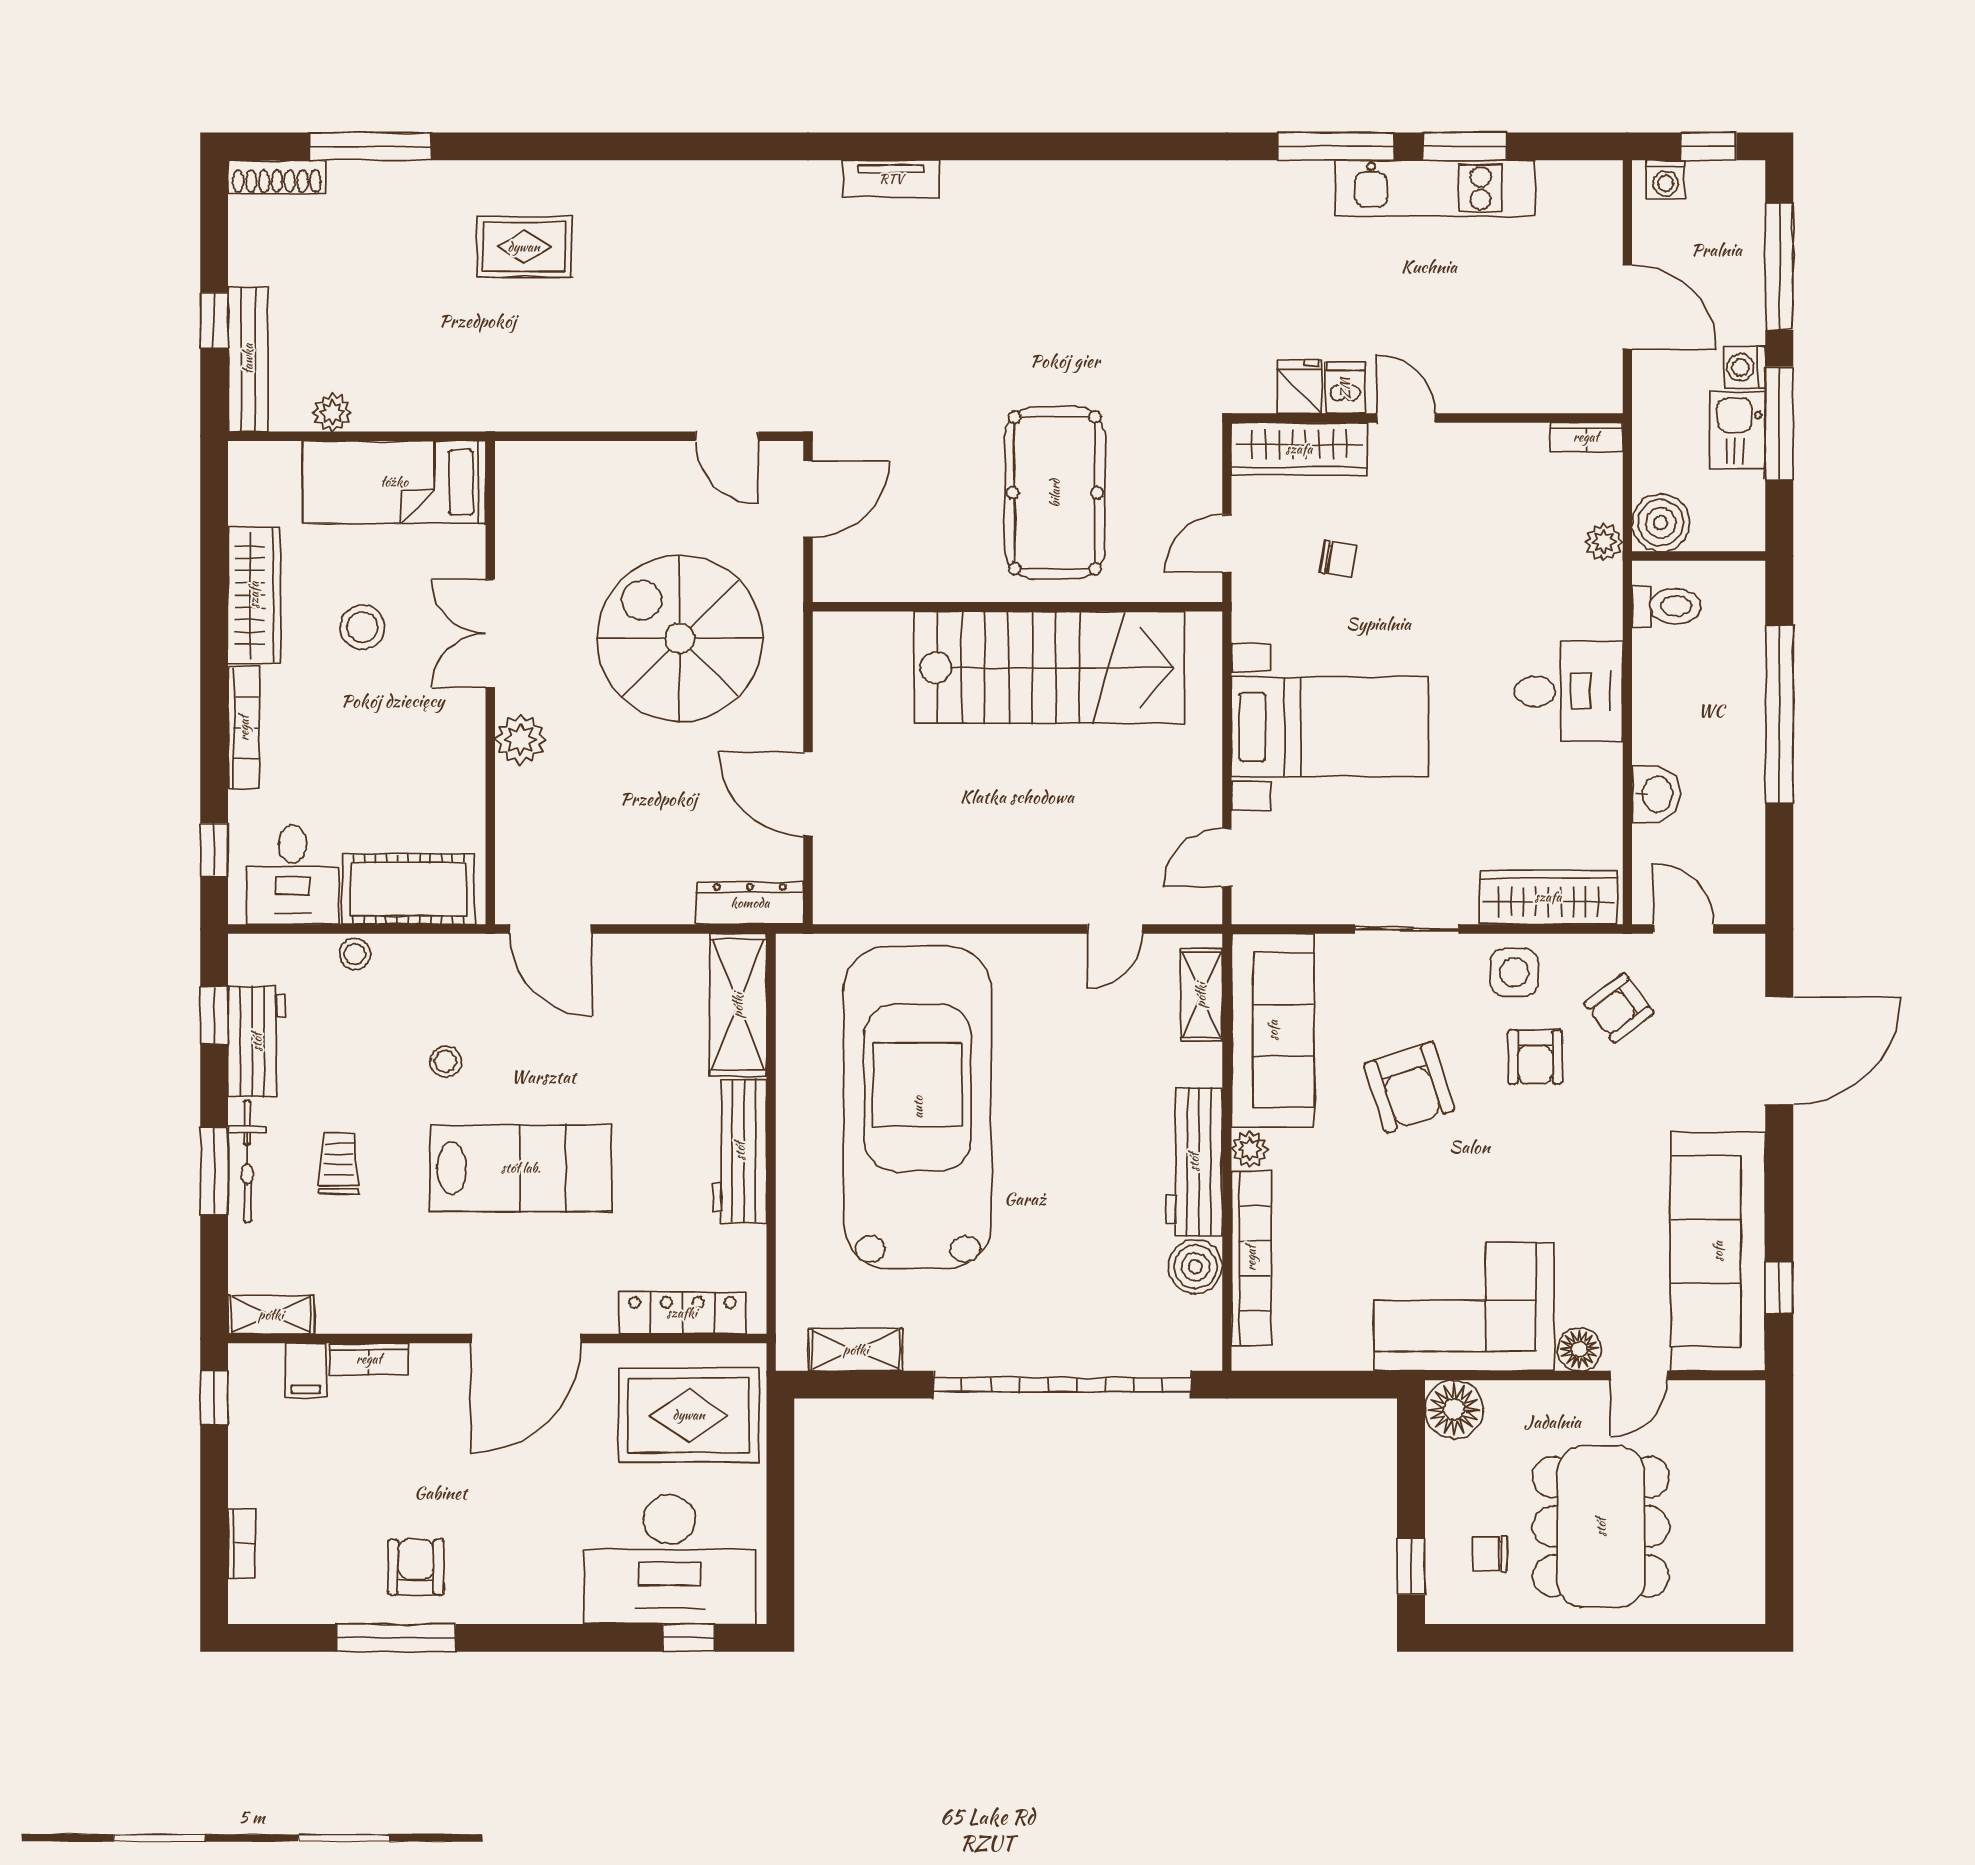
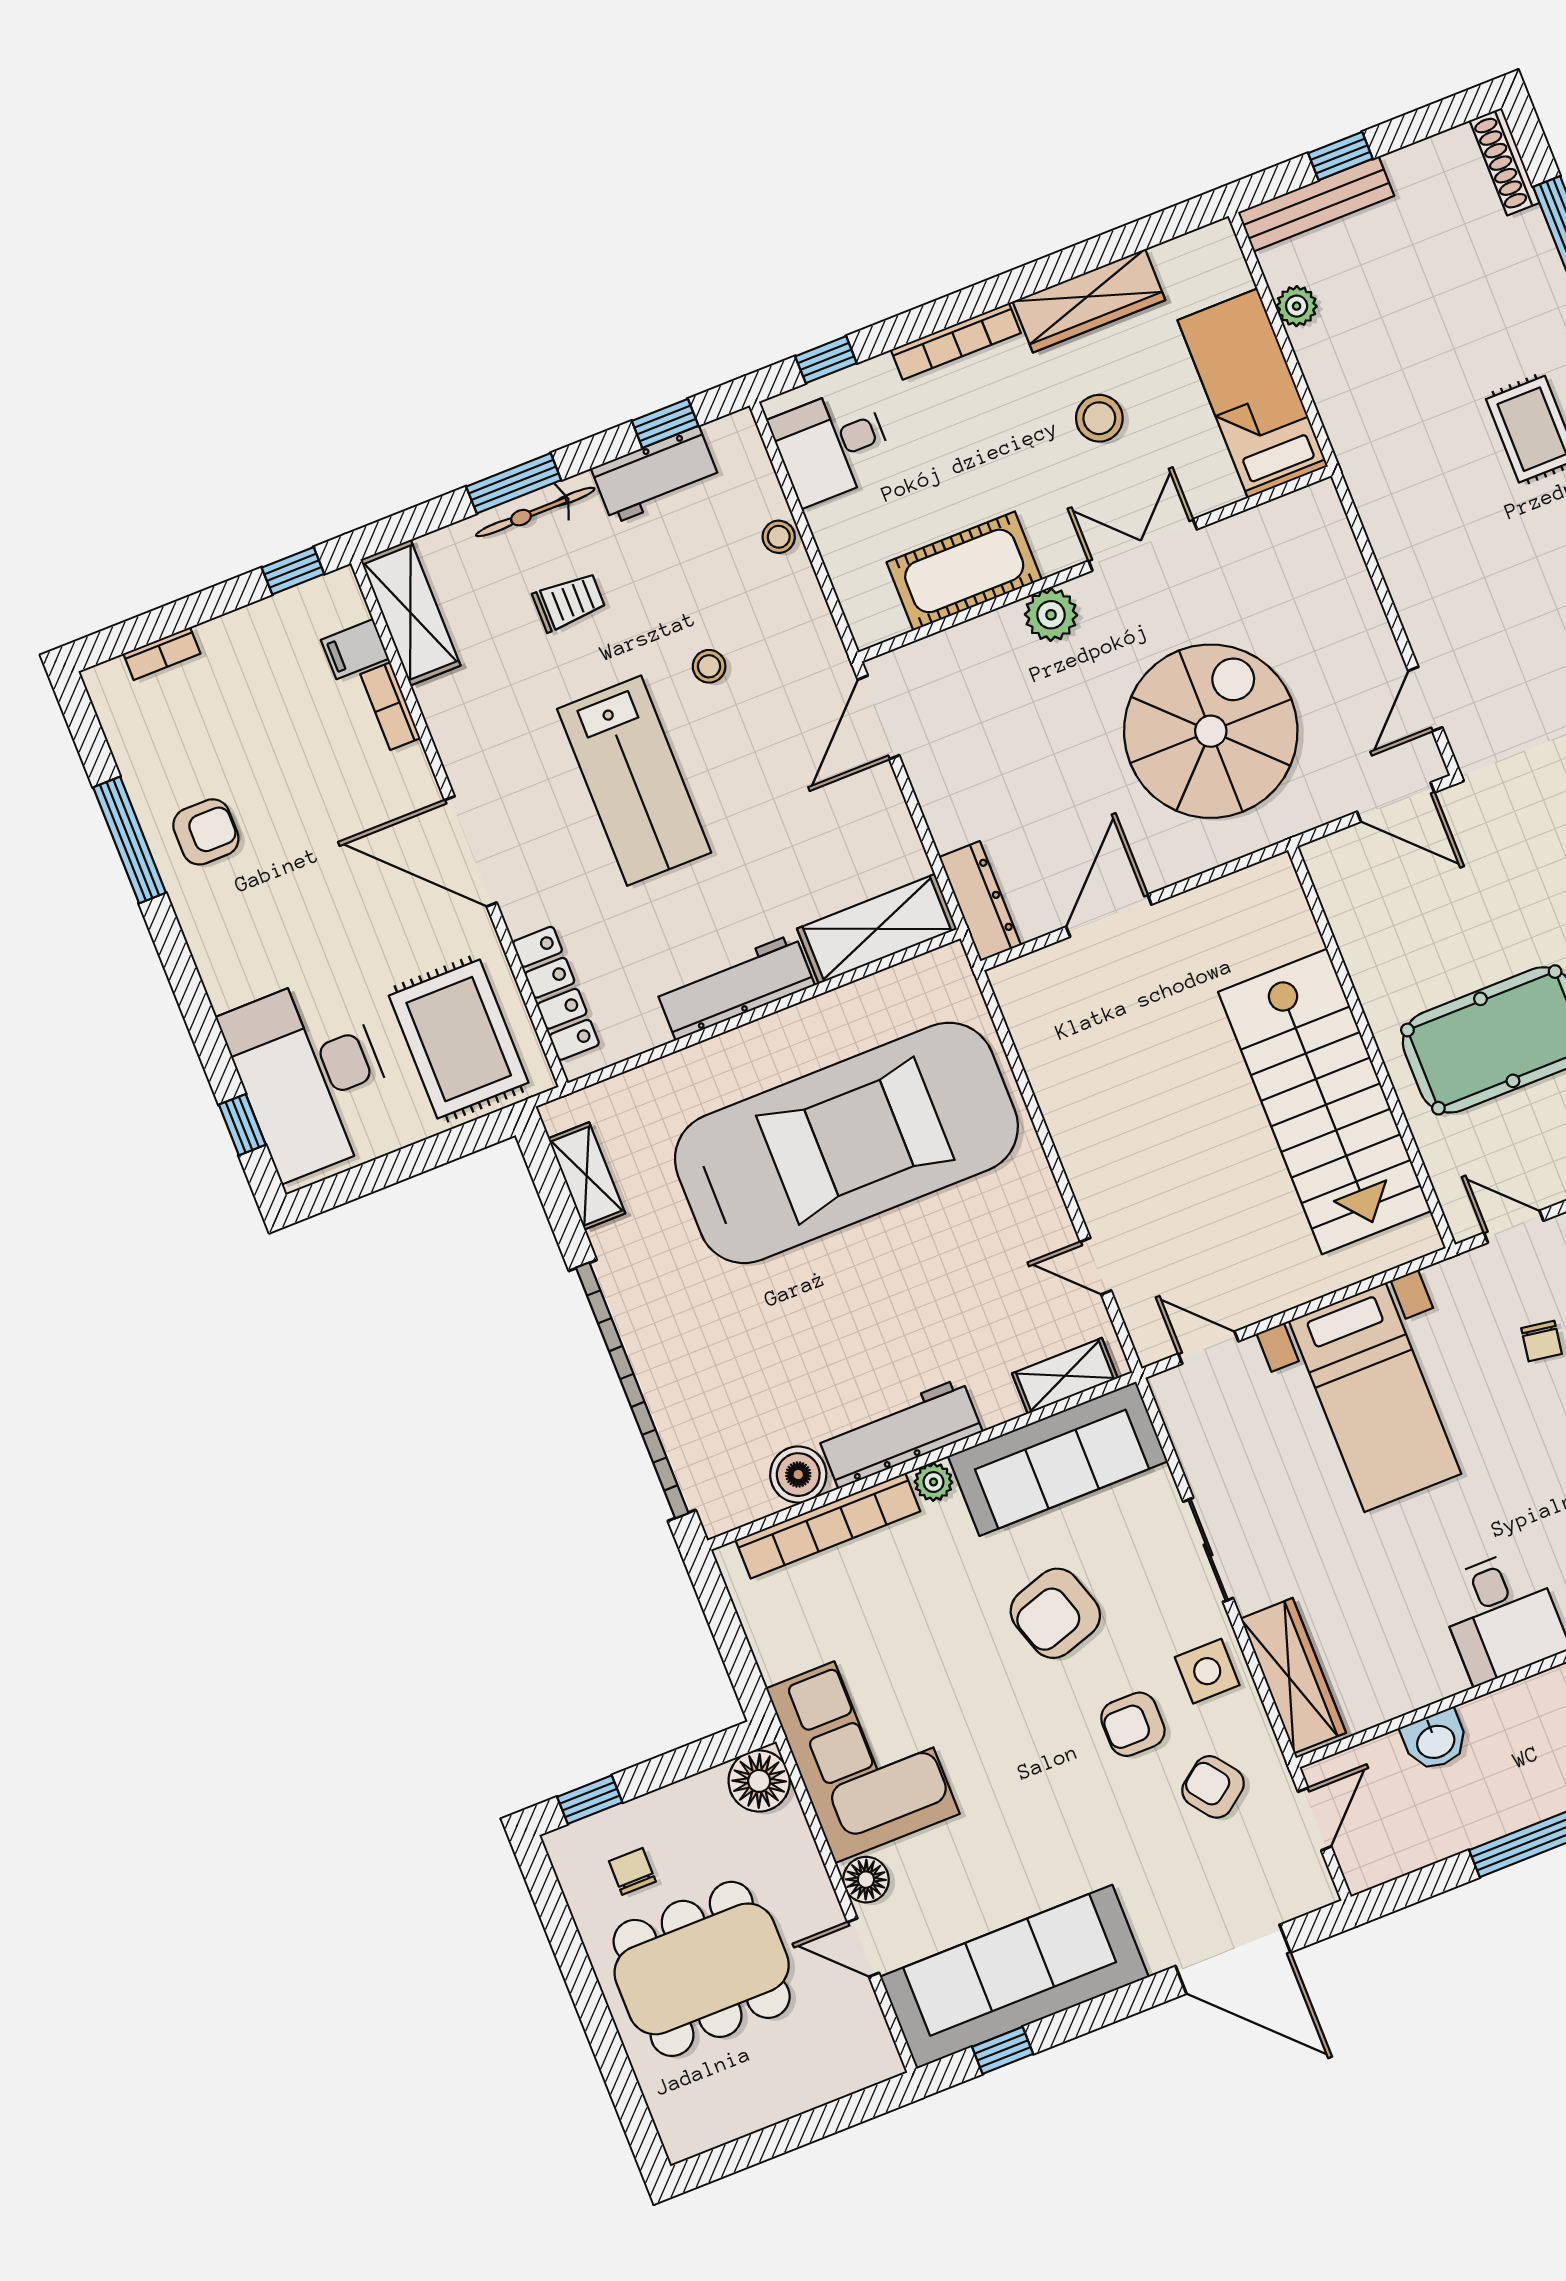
cot: (408, 889) -> (964, 571), moved, turned 90
shelving: (271, 1315) -> (410, 613), width x1.50, depth x1.33

